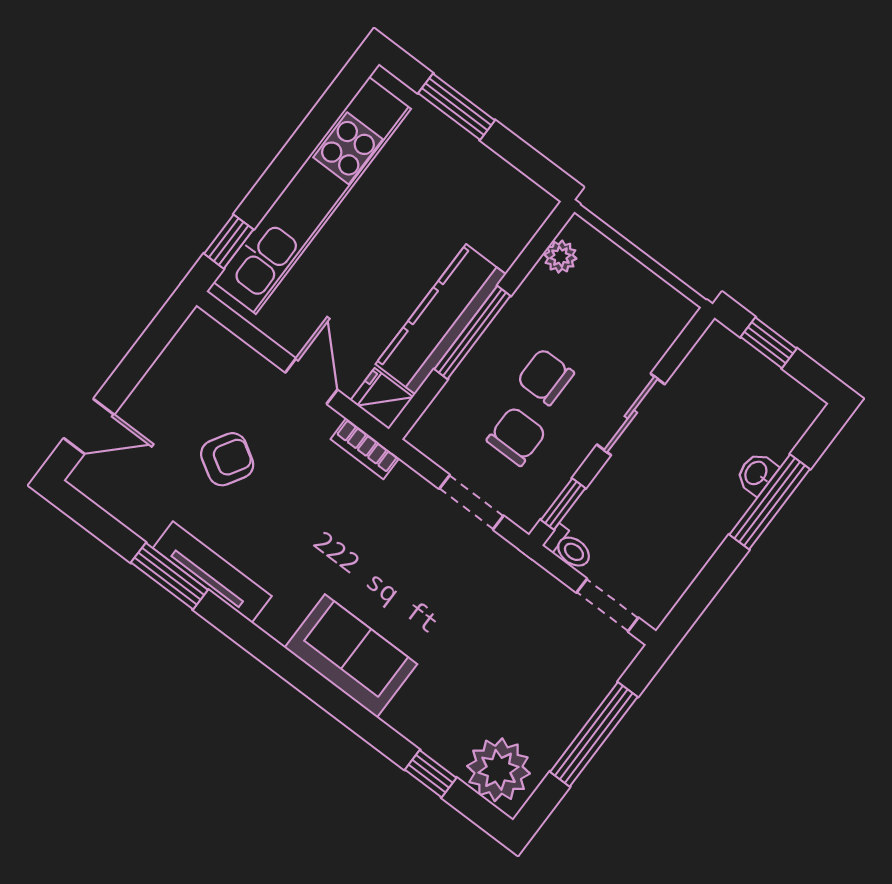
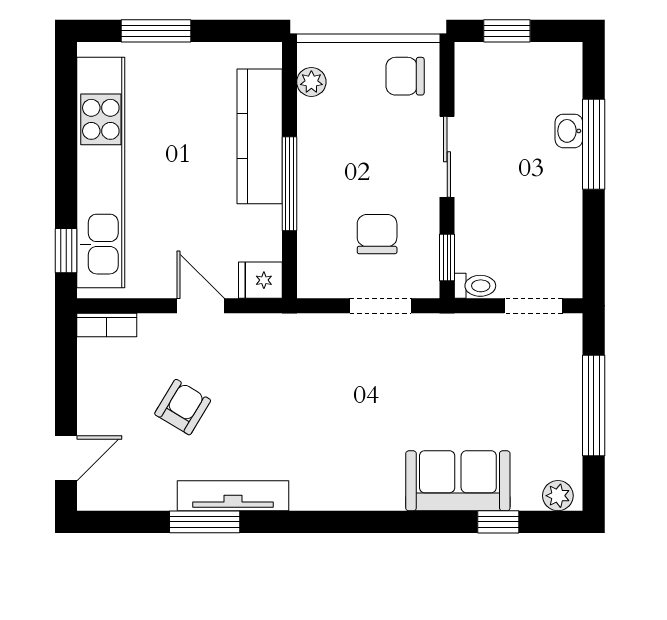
kitchen counter: (441, 319) -> (260, 136), moved
chair: (546, 377) -> (405, 76), moved
bookcase: (365, 449) -> (107, 325), moved
sofa: (351, 656) -> (458, 481), moved
plant: (499, 770) -> (558, 496), width x0.53, depth x0.53

